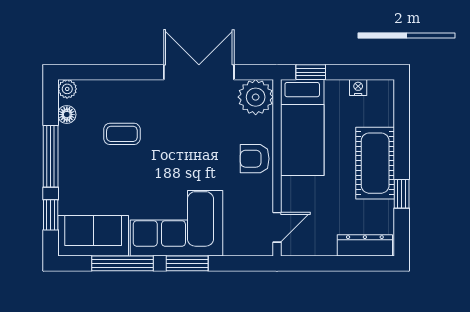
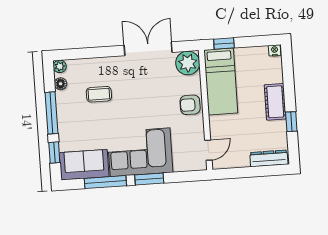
nightstand: (358, 88) -> (275, 50), moved
cot: (375, 163) -> (275, 102), width x0.73, depth x0.75

